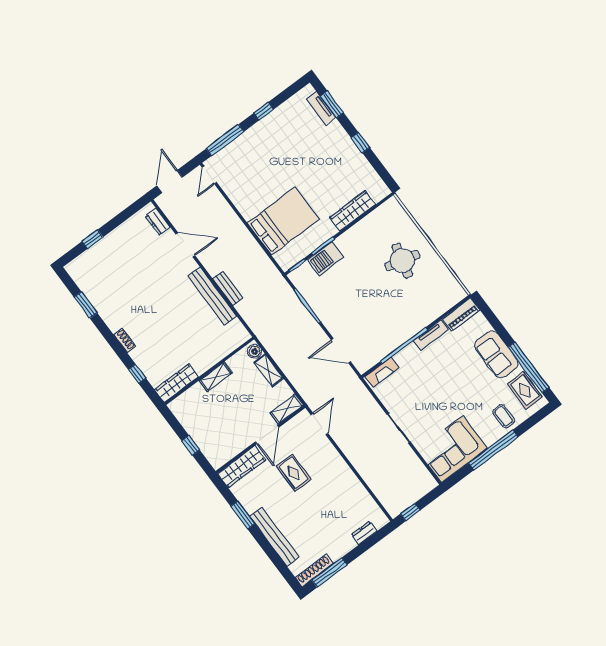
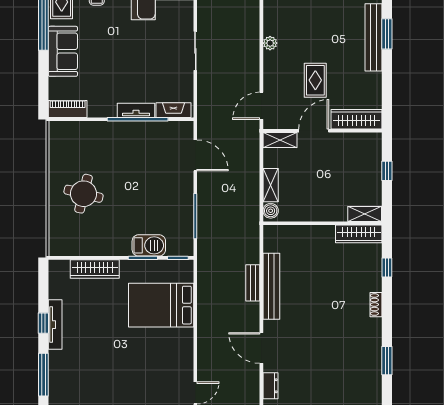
window: (332, 105) -> (43, 375), width x1.44
tv unit: (321, 108) -> (55, 325), moved, width x1.41
tv unit: (431, 335) -> (136, 110), moved
shelving: (216, 377) -> (365, 214), moved
plant: (348, 475) -> (270, 43), added
window: (243, 515) -> (387, 34), moved

